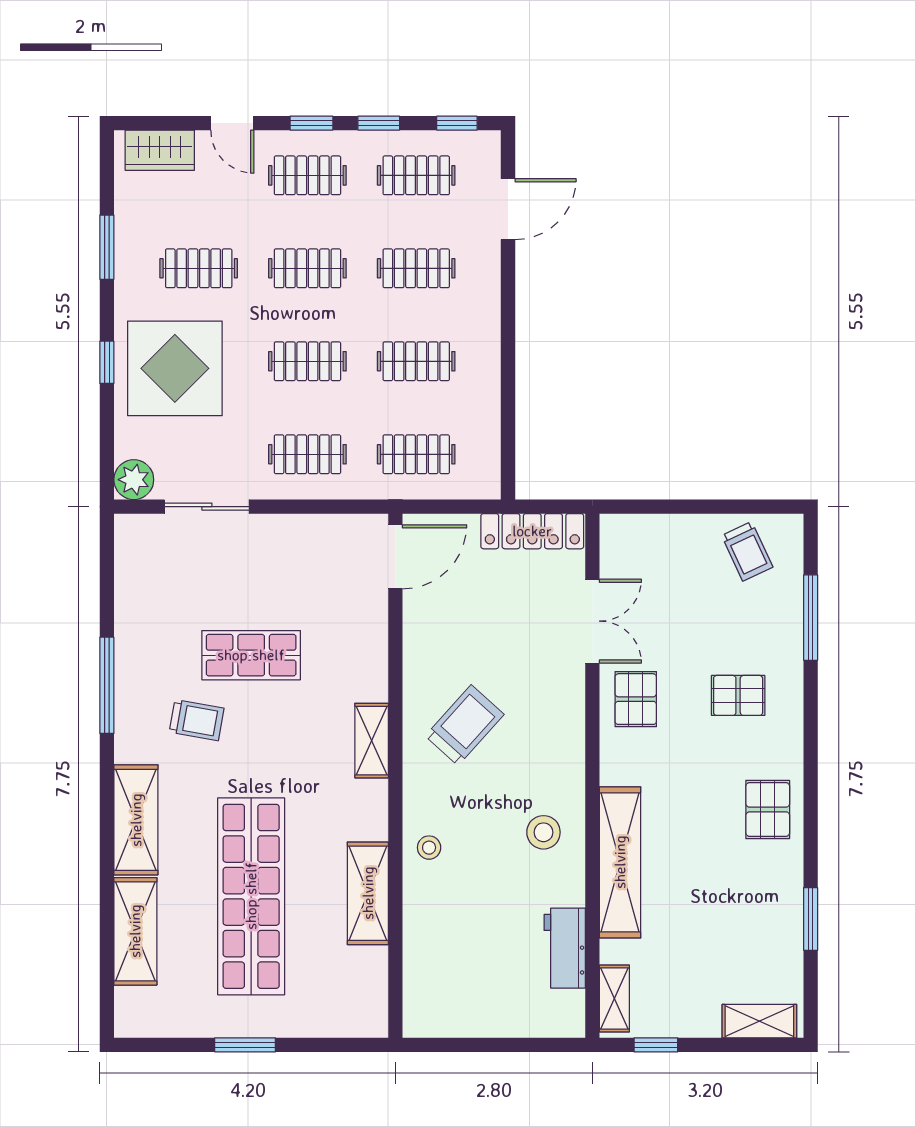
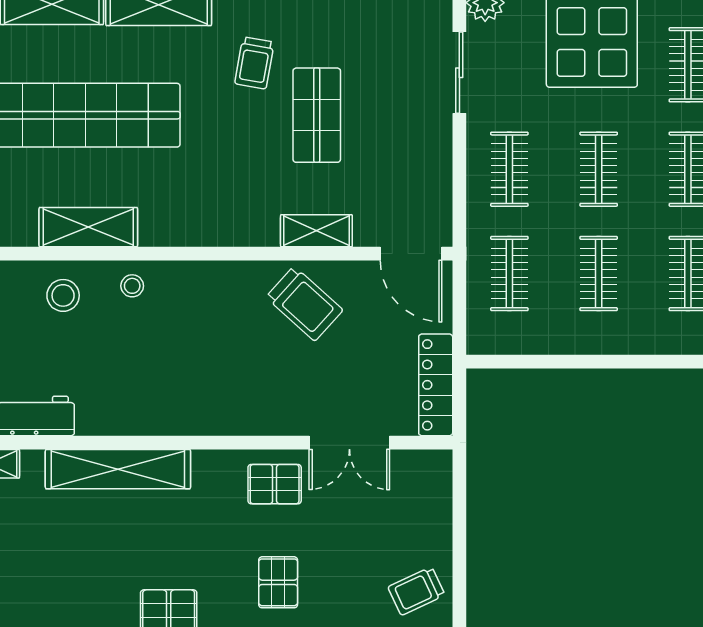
trolley: (465, 725) -> (304, 304), moved
shelving: (372, 741) -> (316, 231), moved
stool: (543, 832) -> (63, 295), moved

